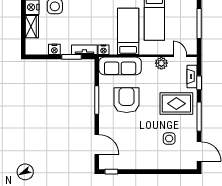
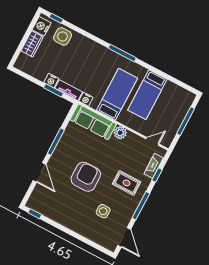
nightstand: (54, 49) -> (51, 81), moved
door: (180, 56) -> (152, 141), hinge flipped
plant: (161, 63) -> (120, 133), moved
armchair: (127, 100) -> (86, 177), moved
rug: (176, 104) -> (126, 183), width x0.73, depth x0.70
door: (97, 144) -> (40, 172), moved

